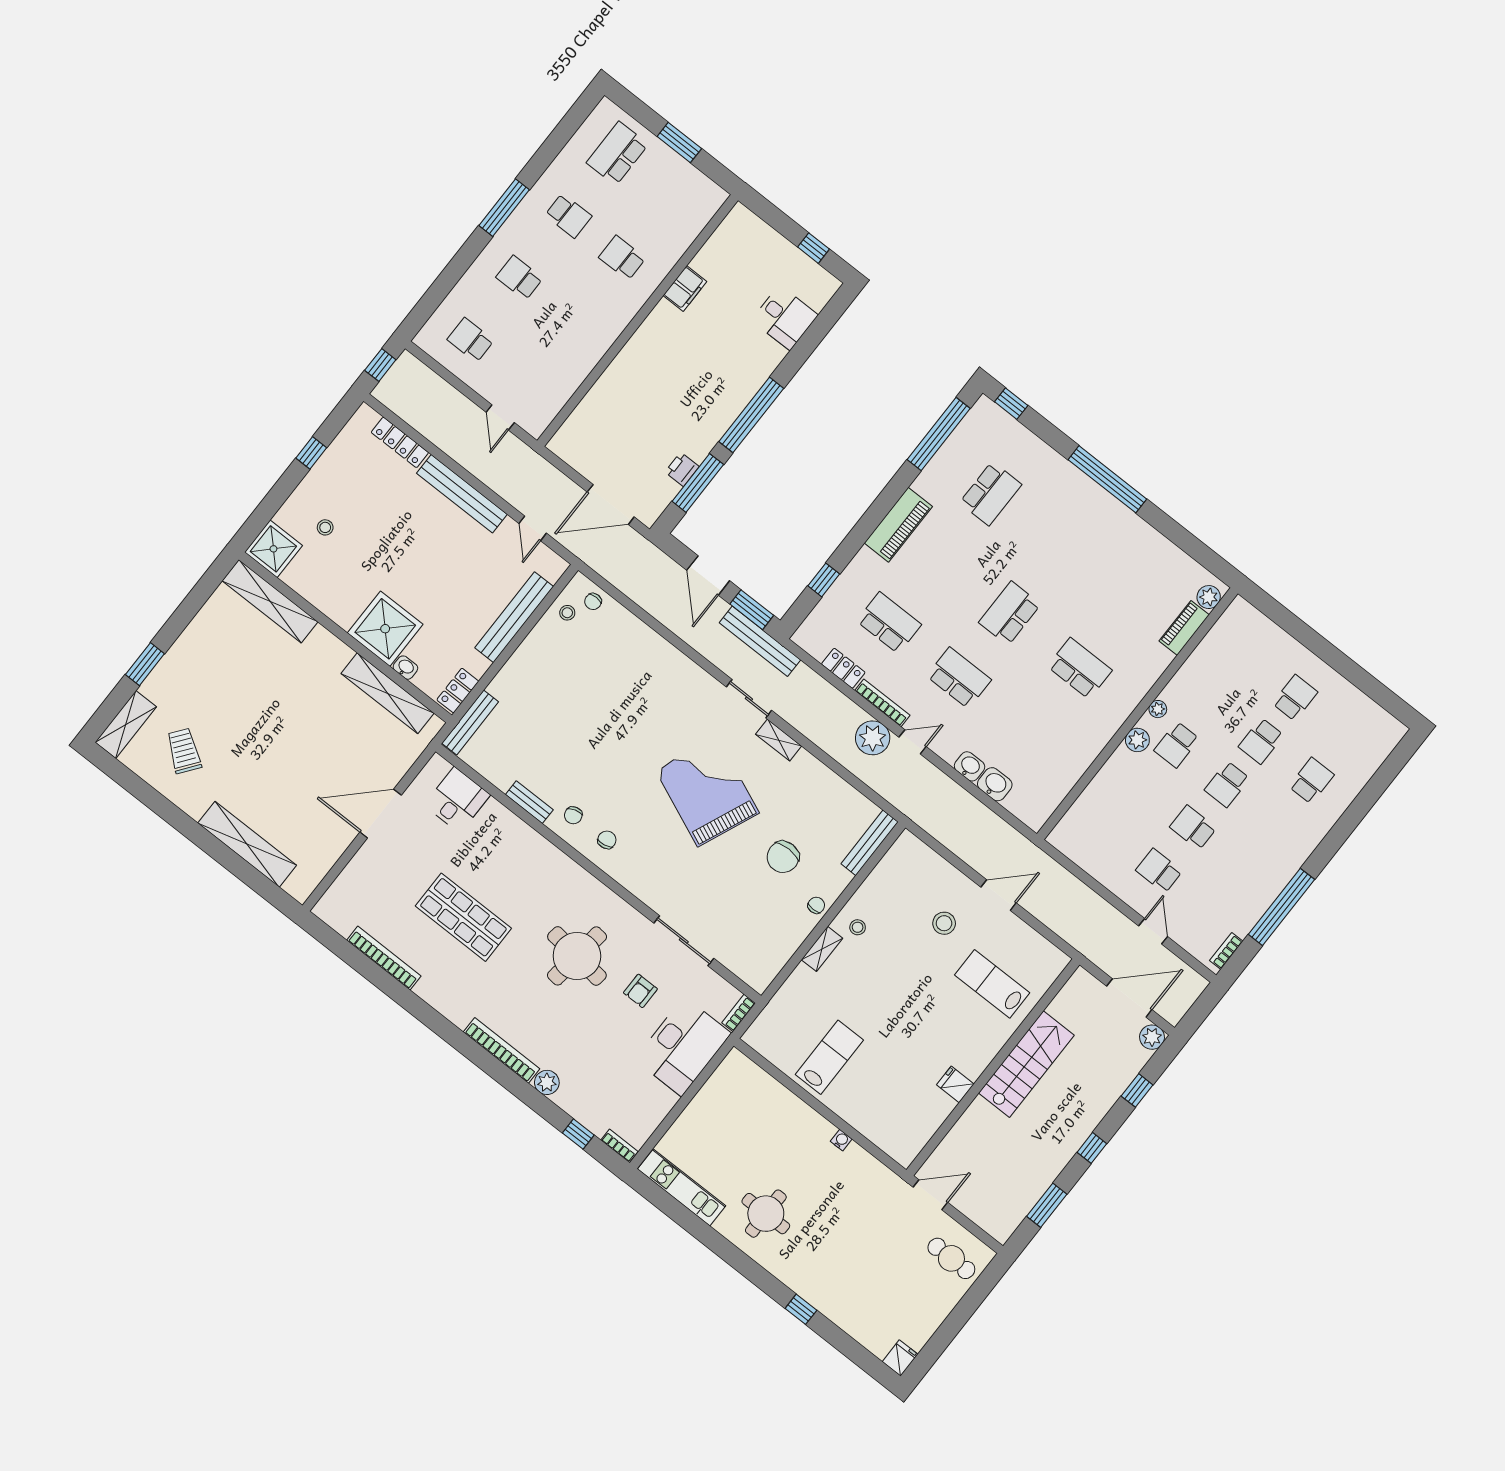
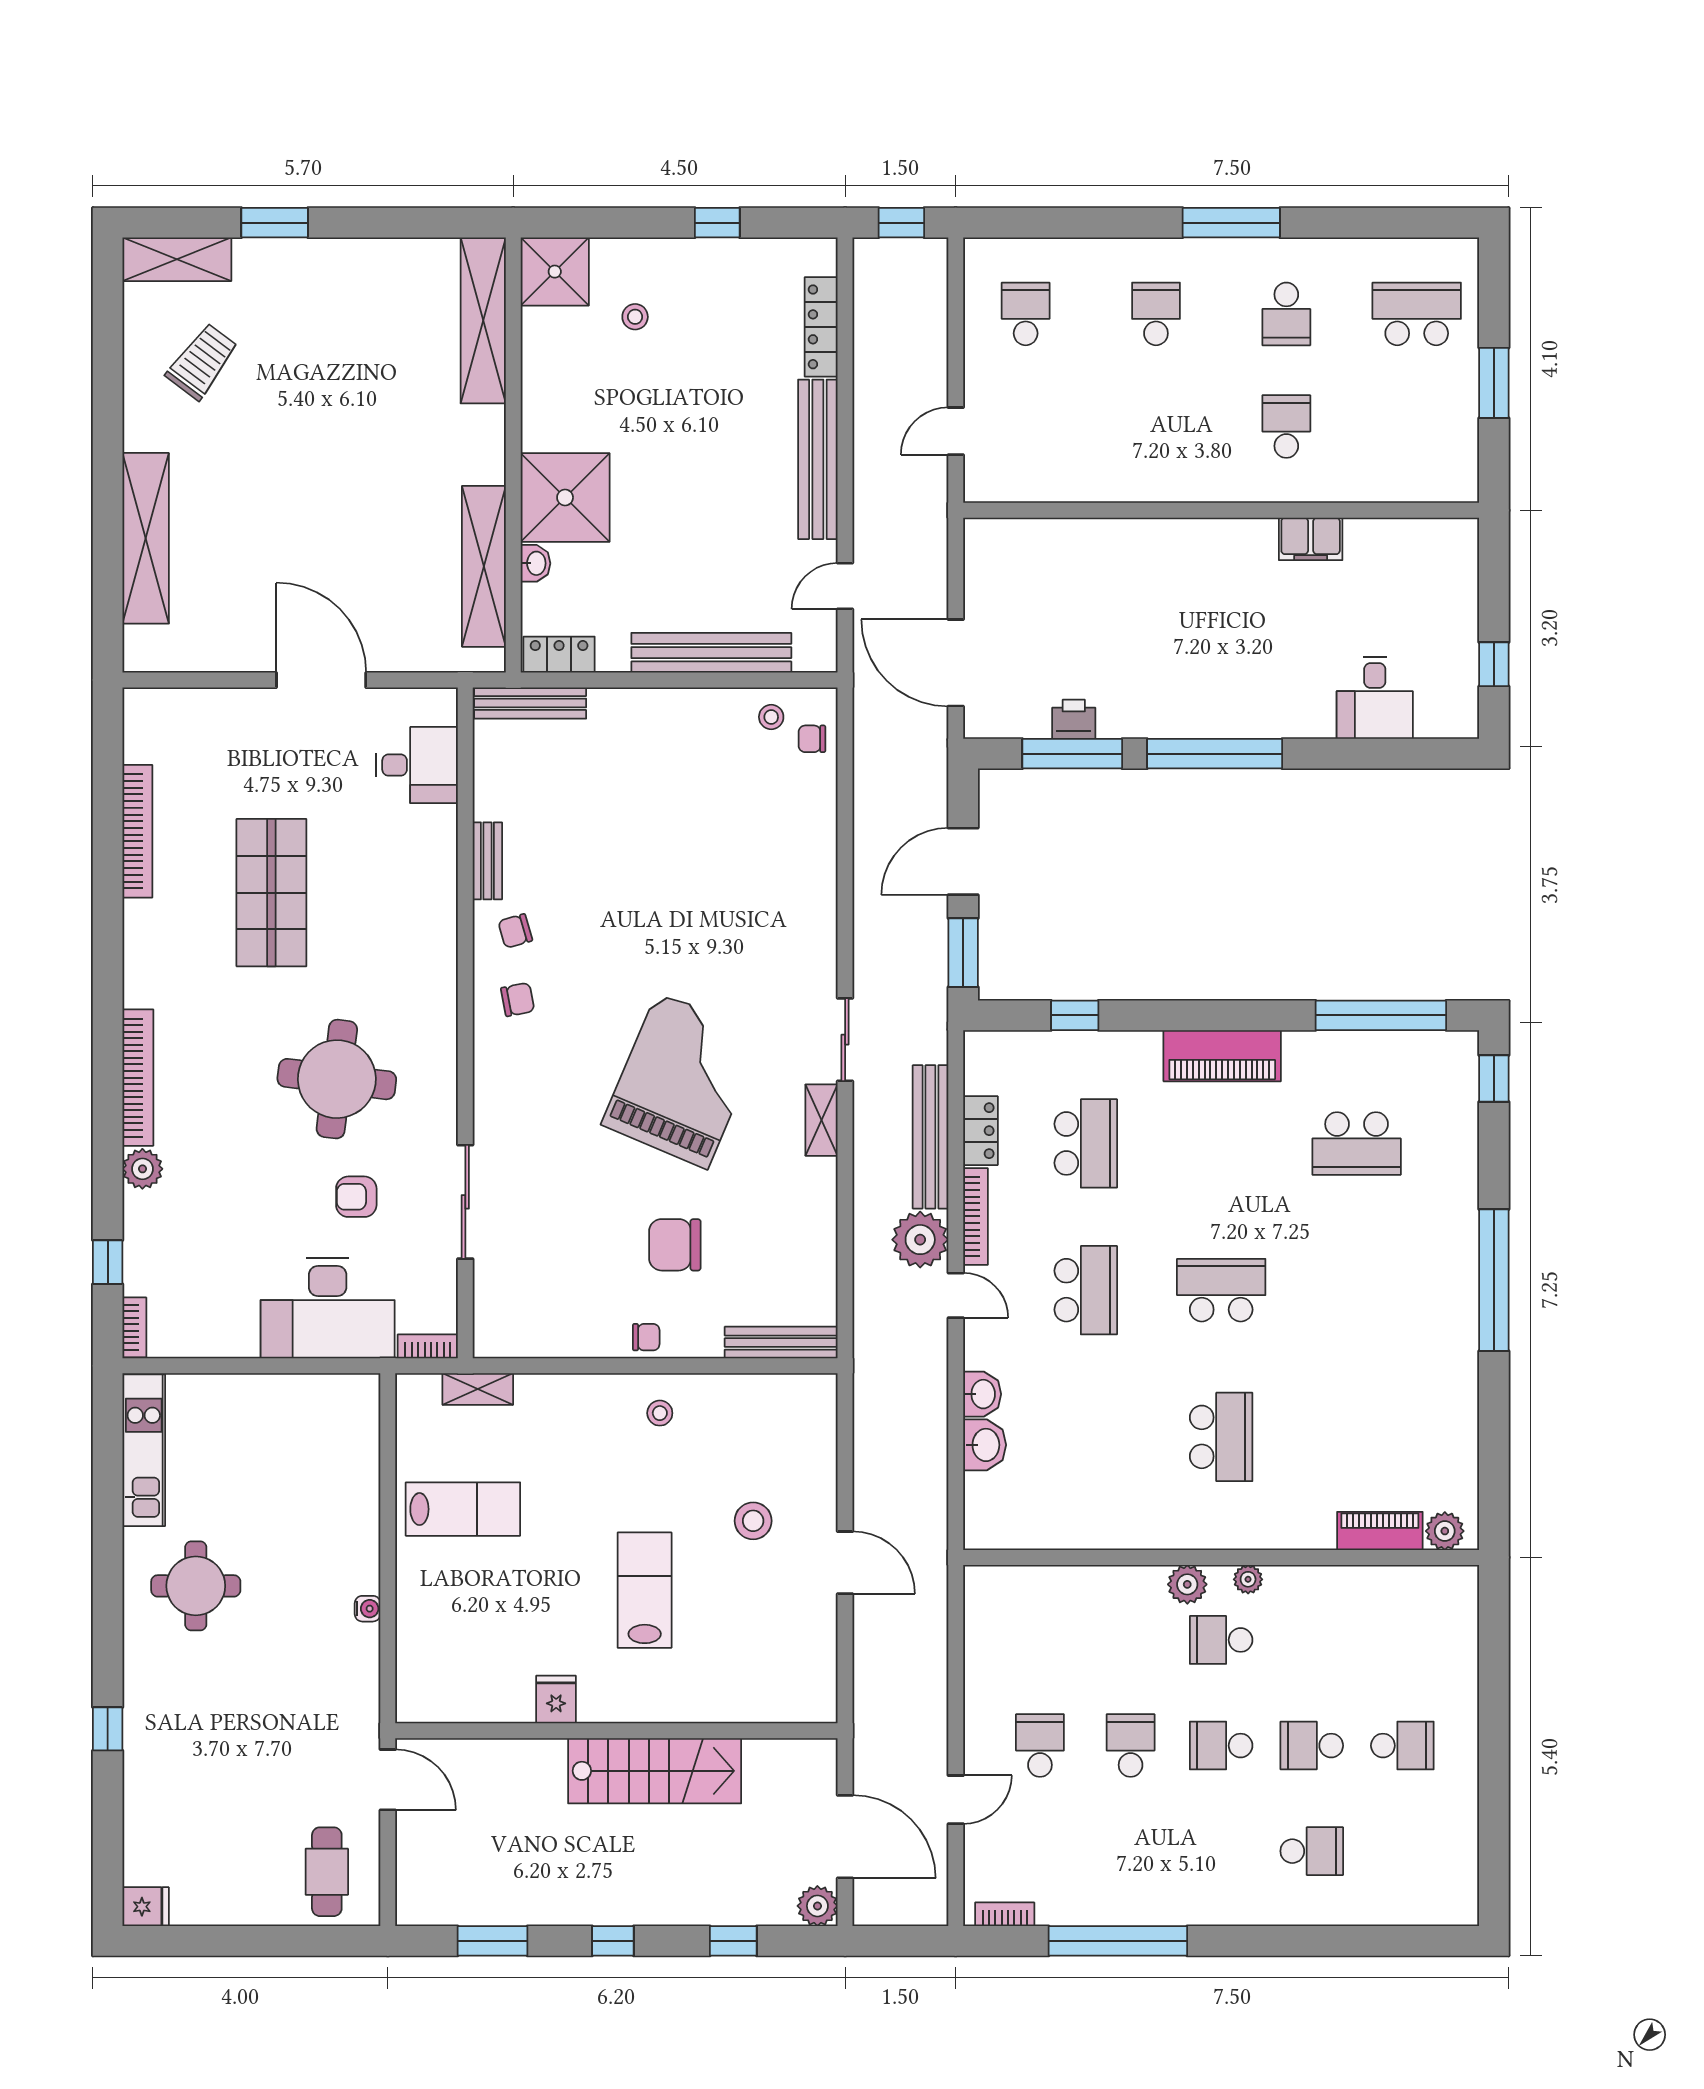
bench: (760, 641) -> (930, 1137), moved
shelving: (822, 949) -> (478, 1389), moved
lab bench: (992, 984) -> (645, 1590), moved

